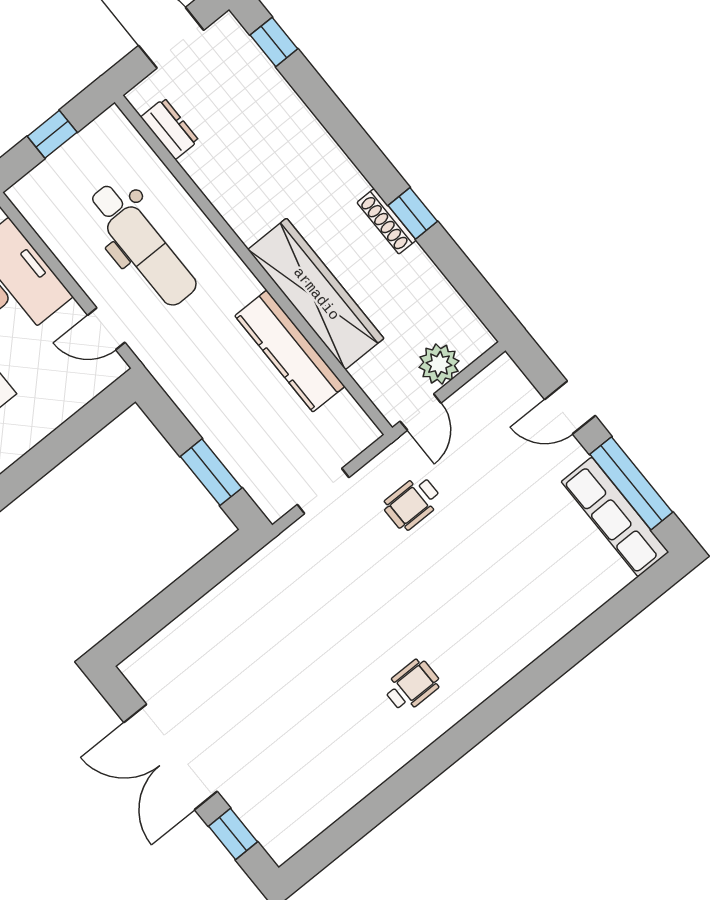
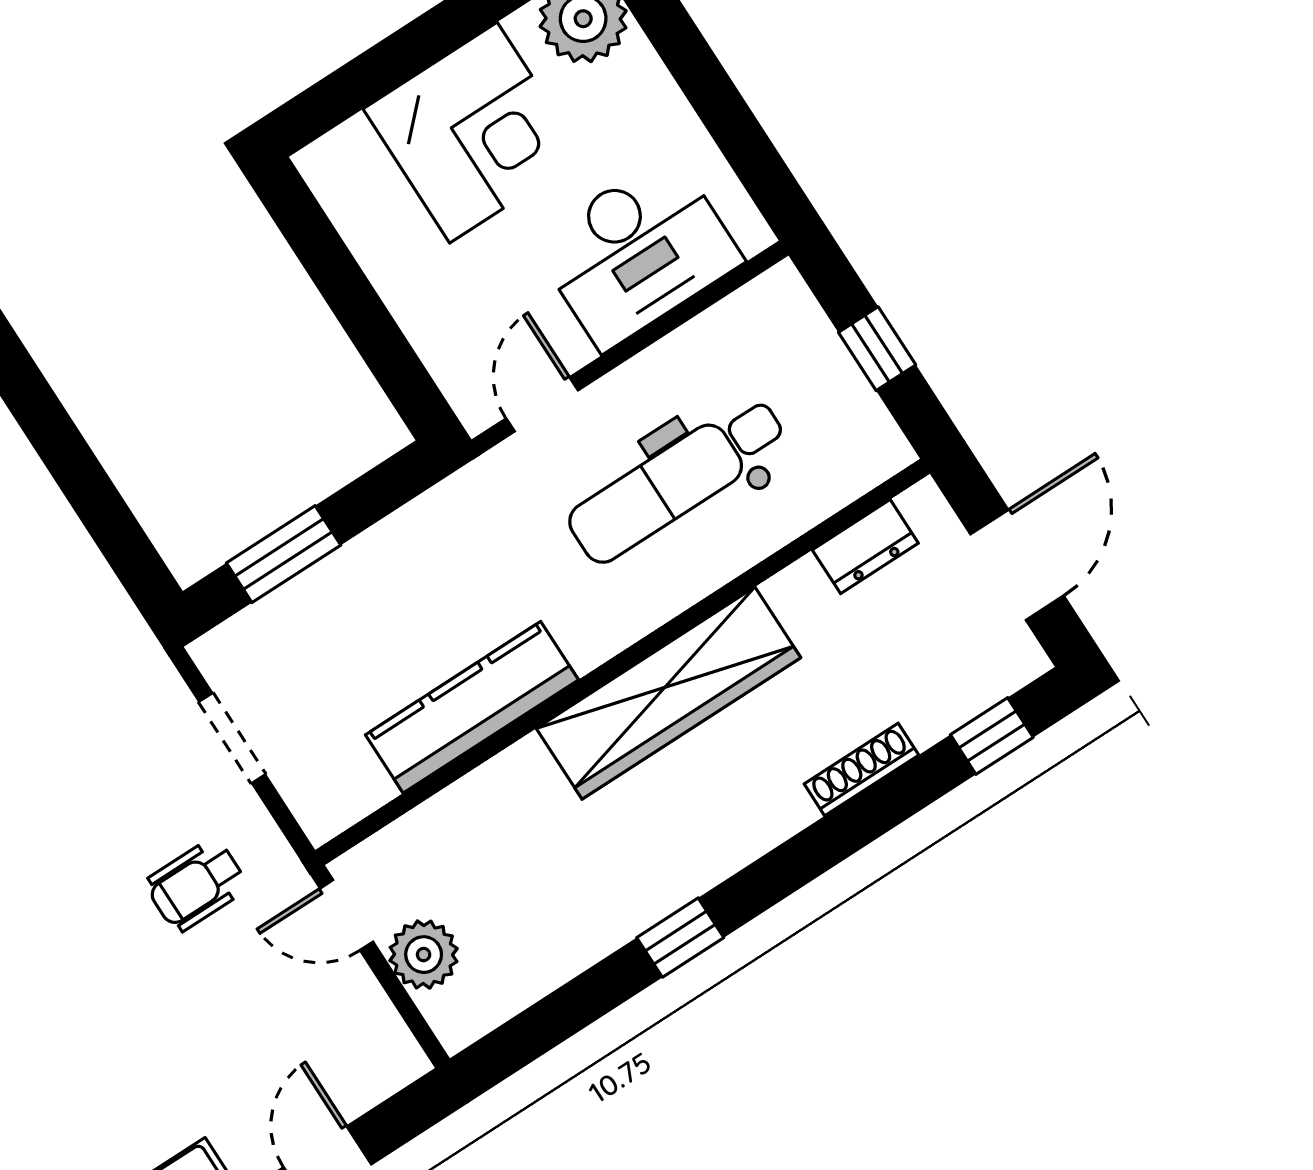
shoe rack: (387, 221) -> (861, 769), moved
wardrobe: (316, 294) -> (668, 693), moved
wheelchair: (412, 503) -> (196, 885), turned -90

